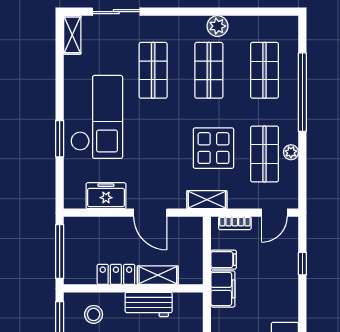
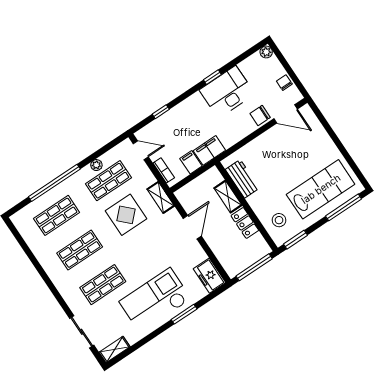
plant: (217, 26) -> (49, 263), removed
freezer: (106, 196) -> (209, 276), moved
workbench: (149, 304) -> (242, 179), moved

